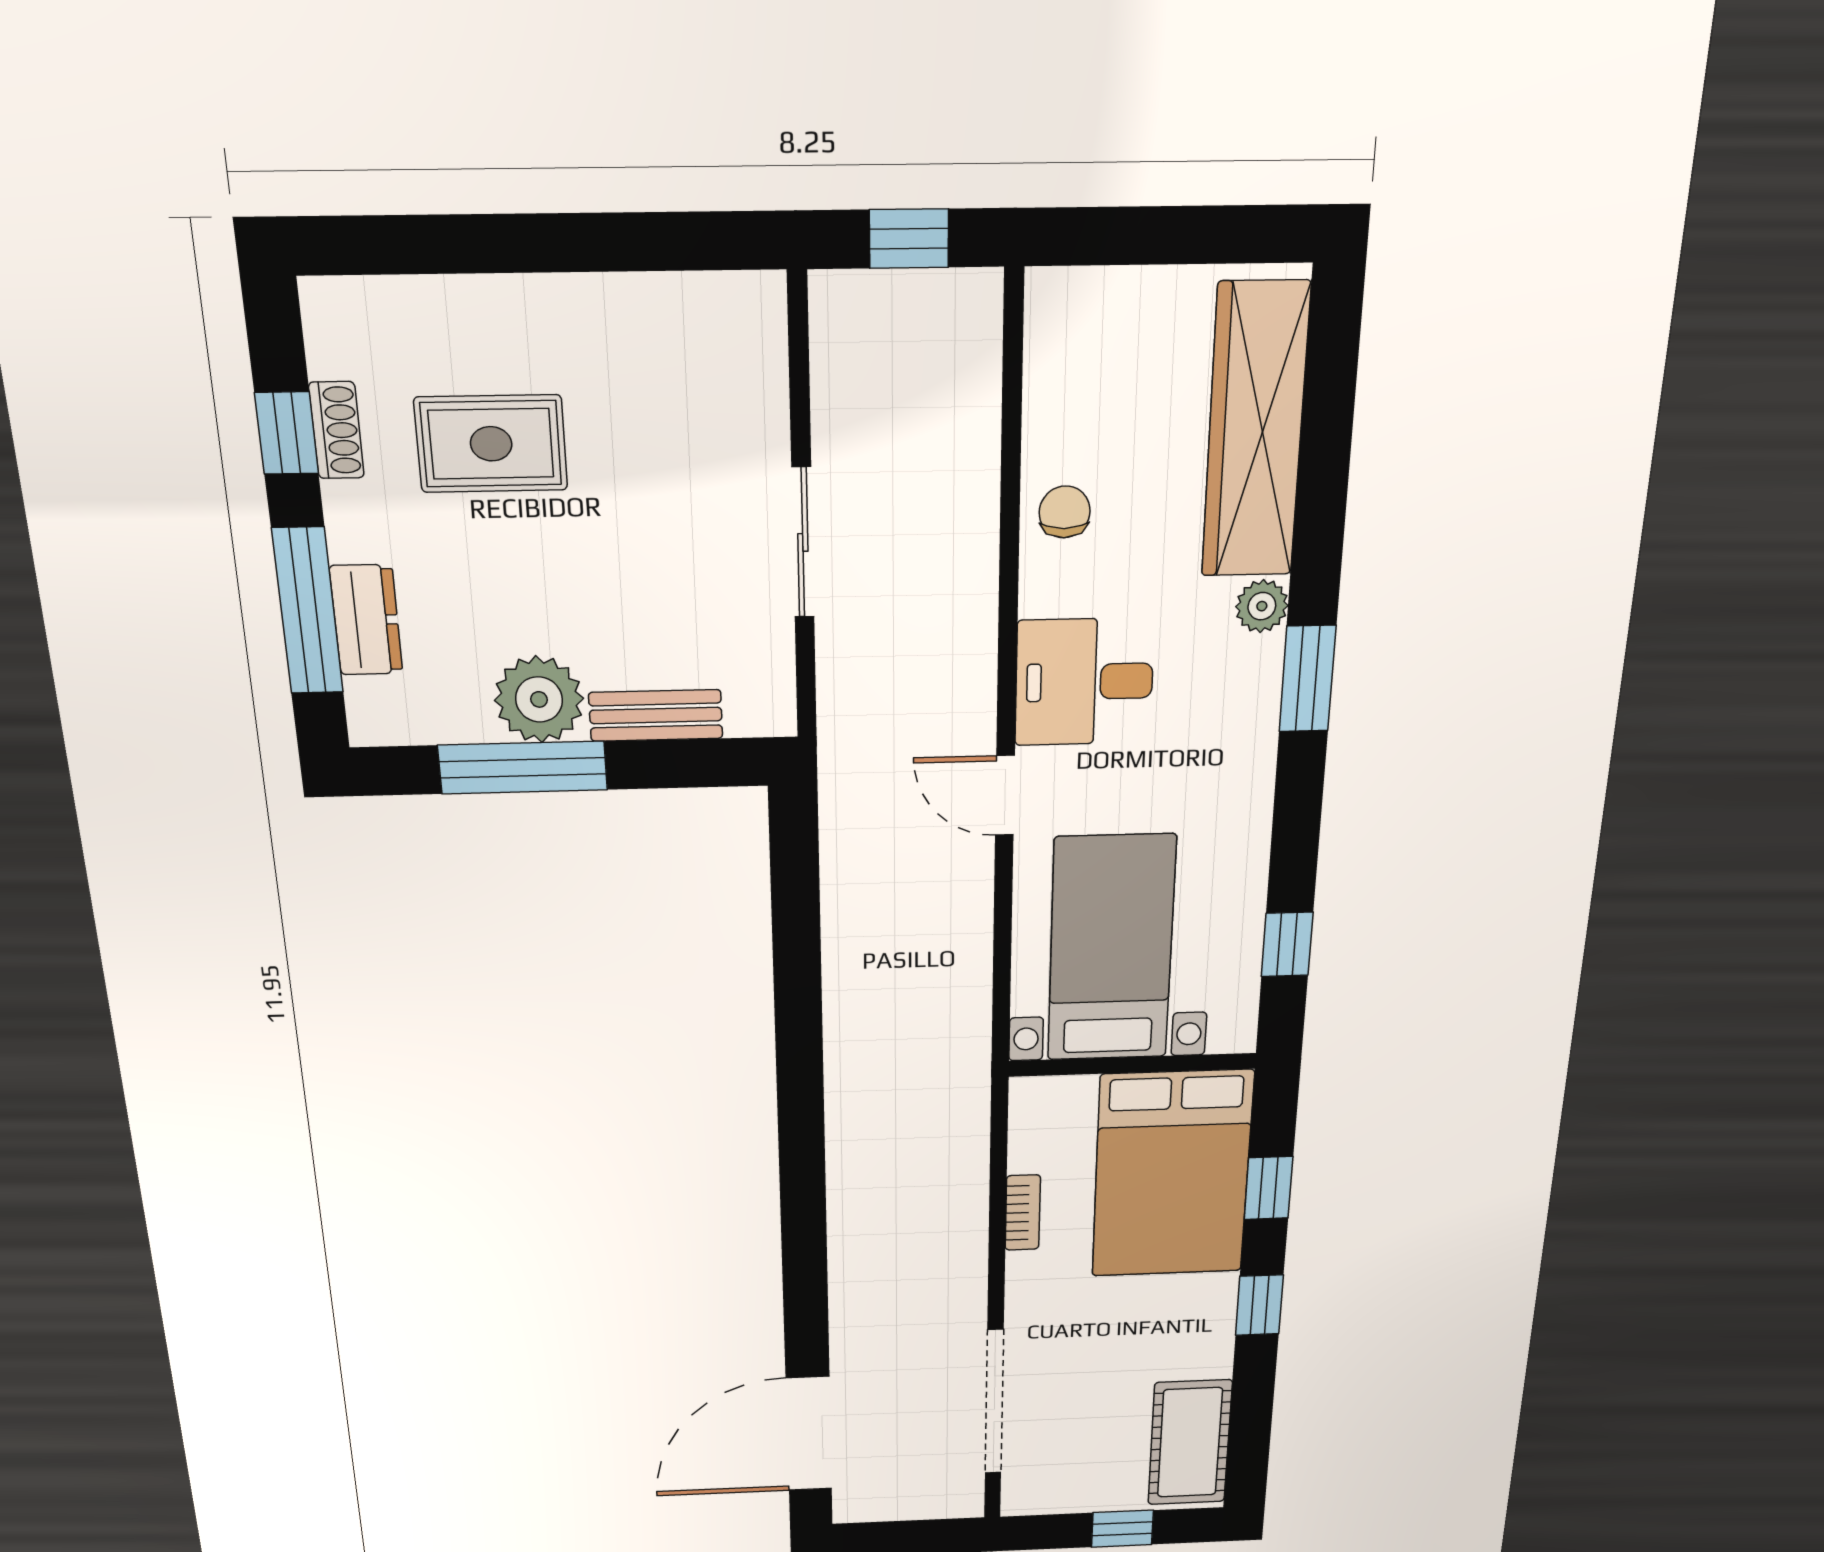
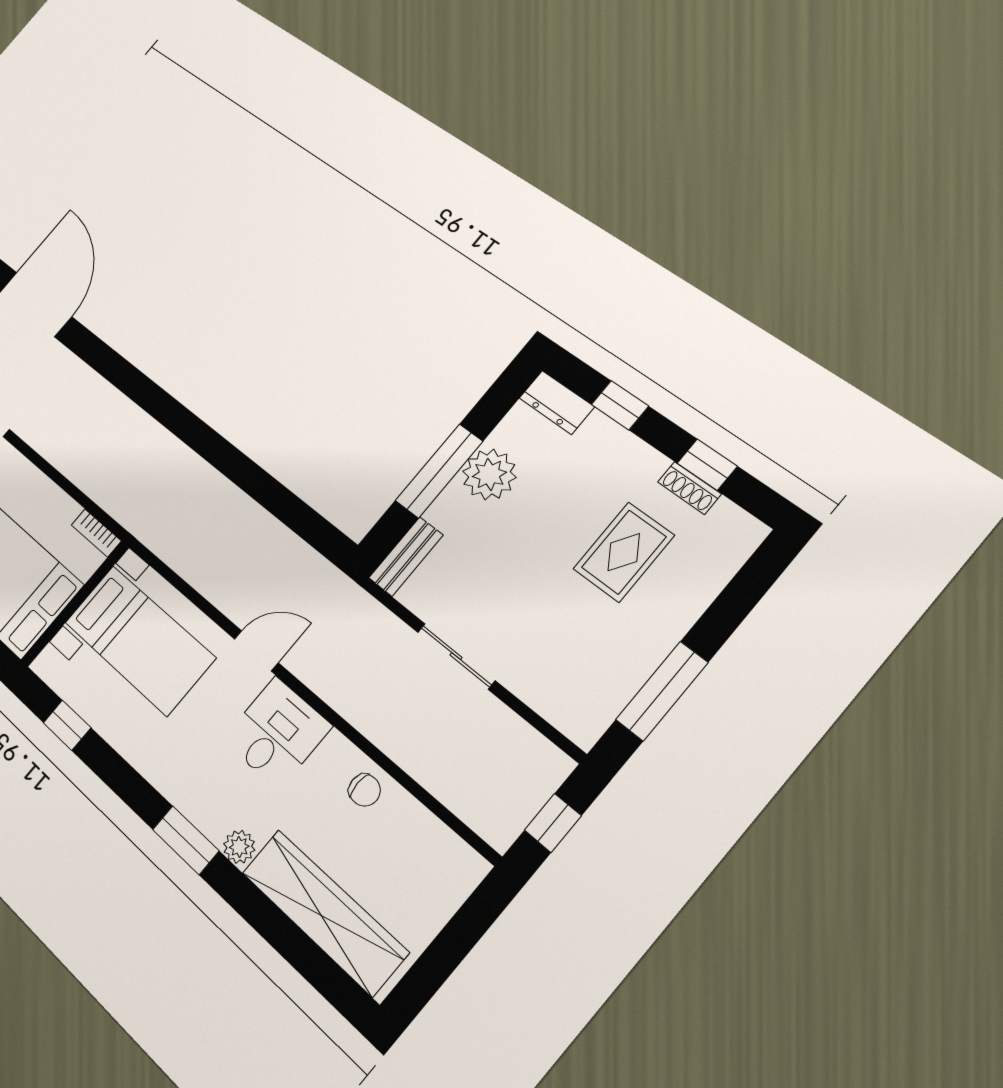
window: (626, 242) -> (662, 691), added
window: (308, 611) -> (620, 405), width x0.46
dresser: (366, 620) -> (557, 402), moved
bench: (656, 715) -> (406, 557), moved
window: (523, 768) -> (439, 471), moved
bookcase: (1023, 1213) -> (96, 533), moved

